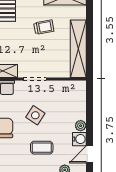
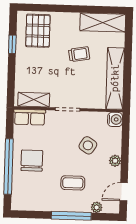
side table: (35, 115) -> (88, 145), moved
water cooler: (79, 139) -> (115, 119), moved

